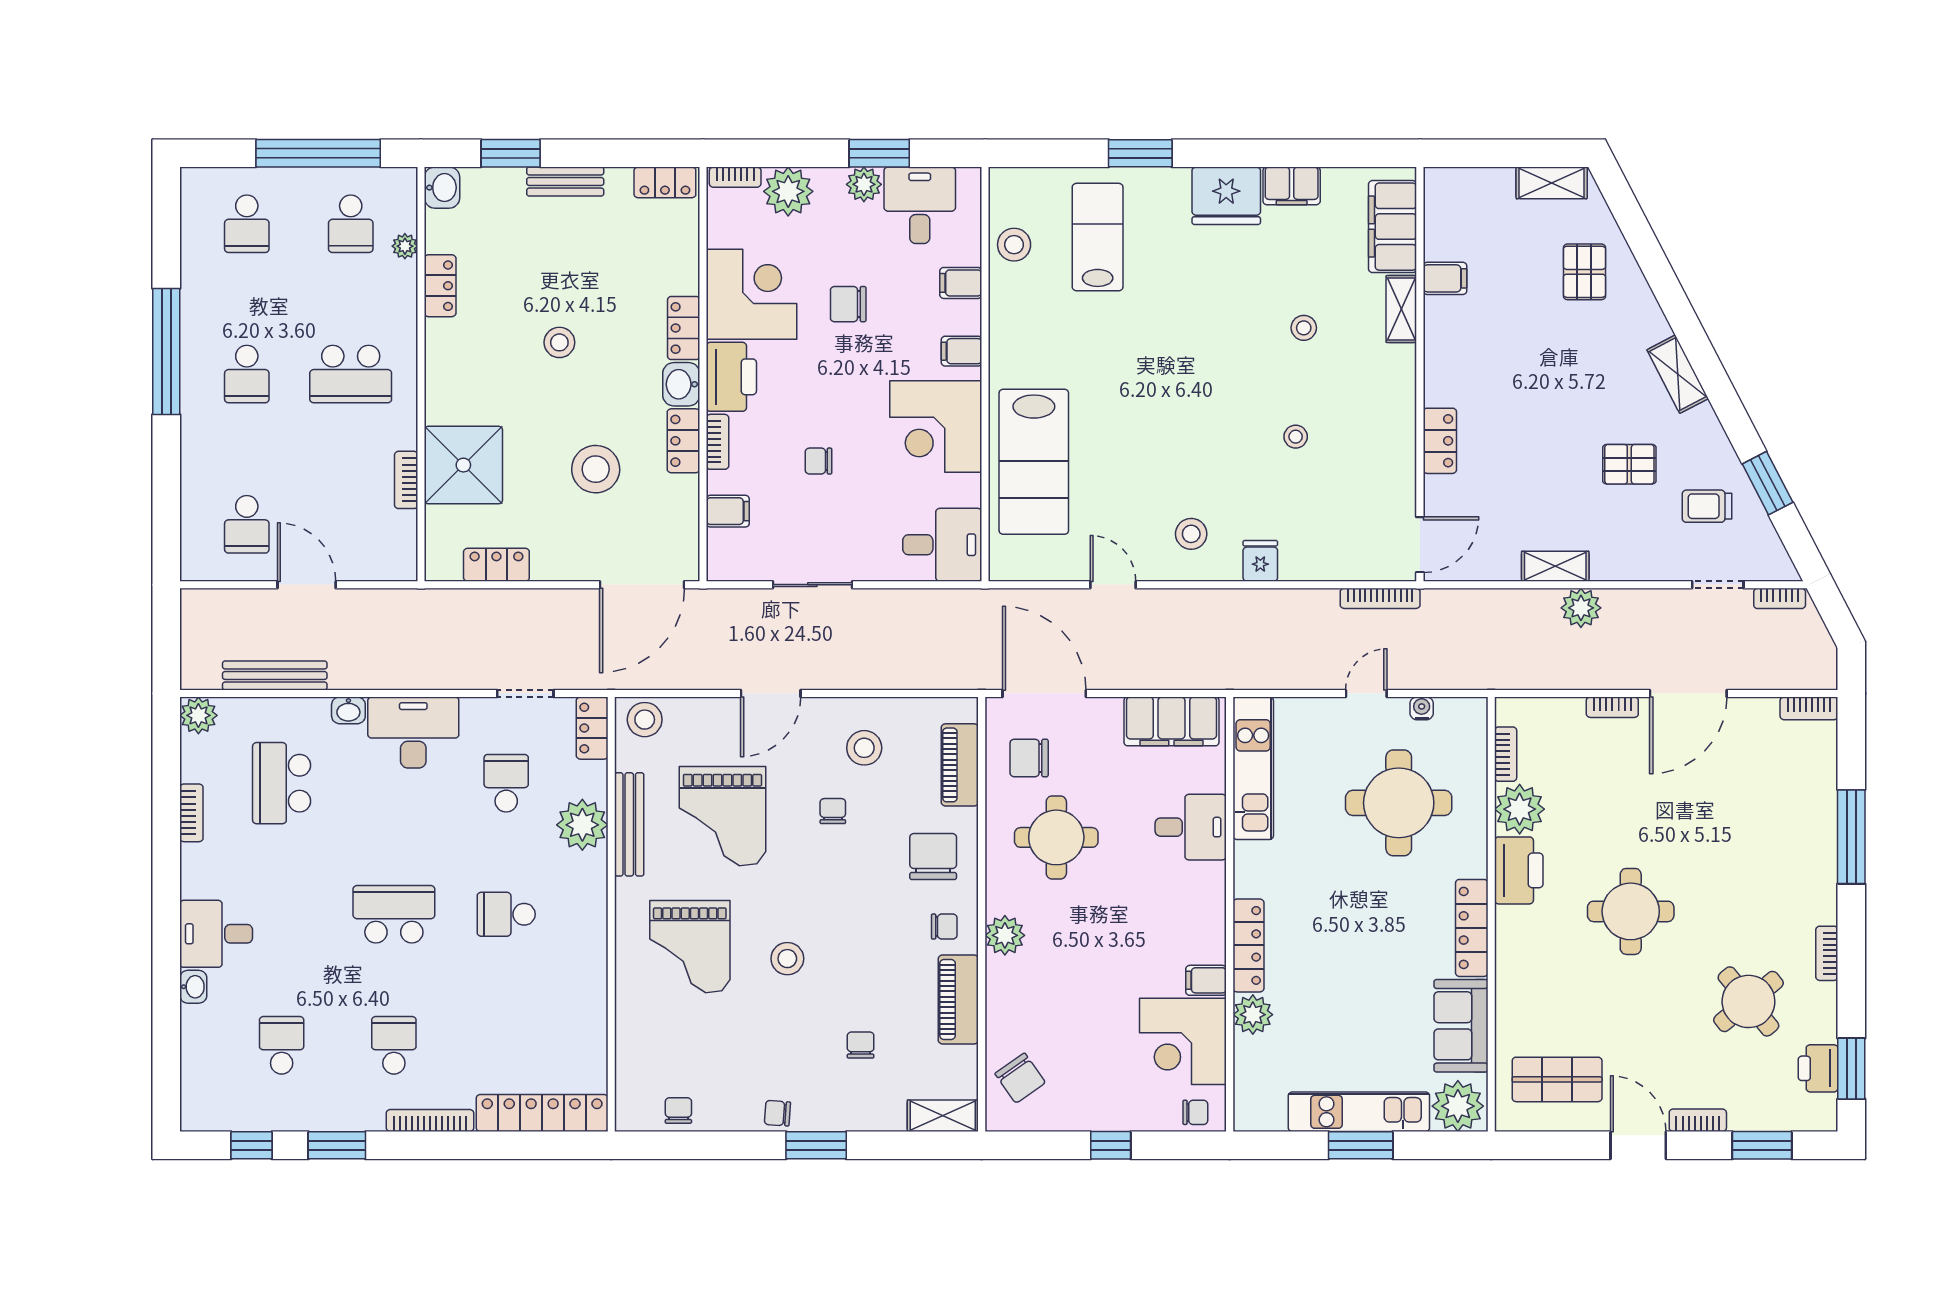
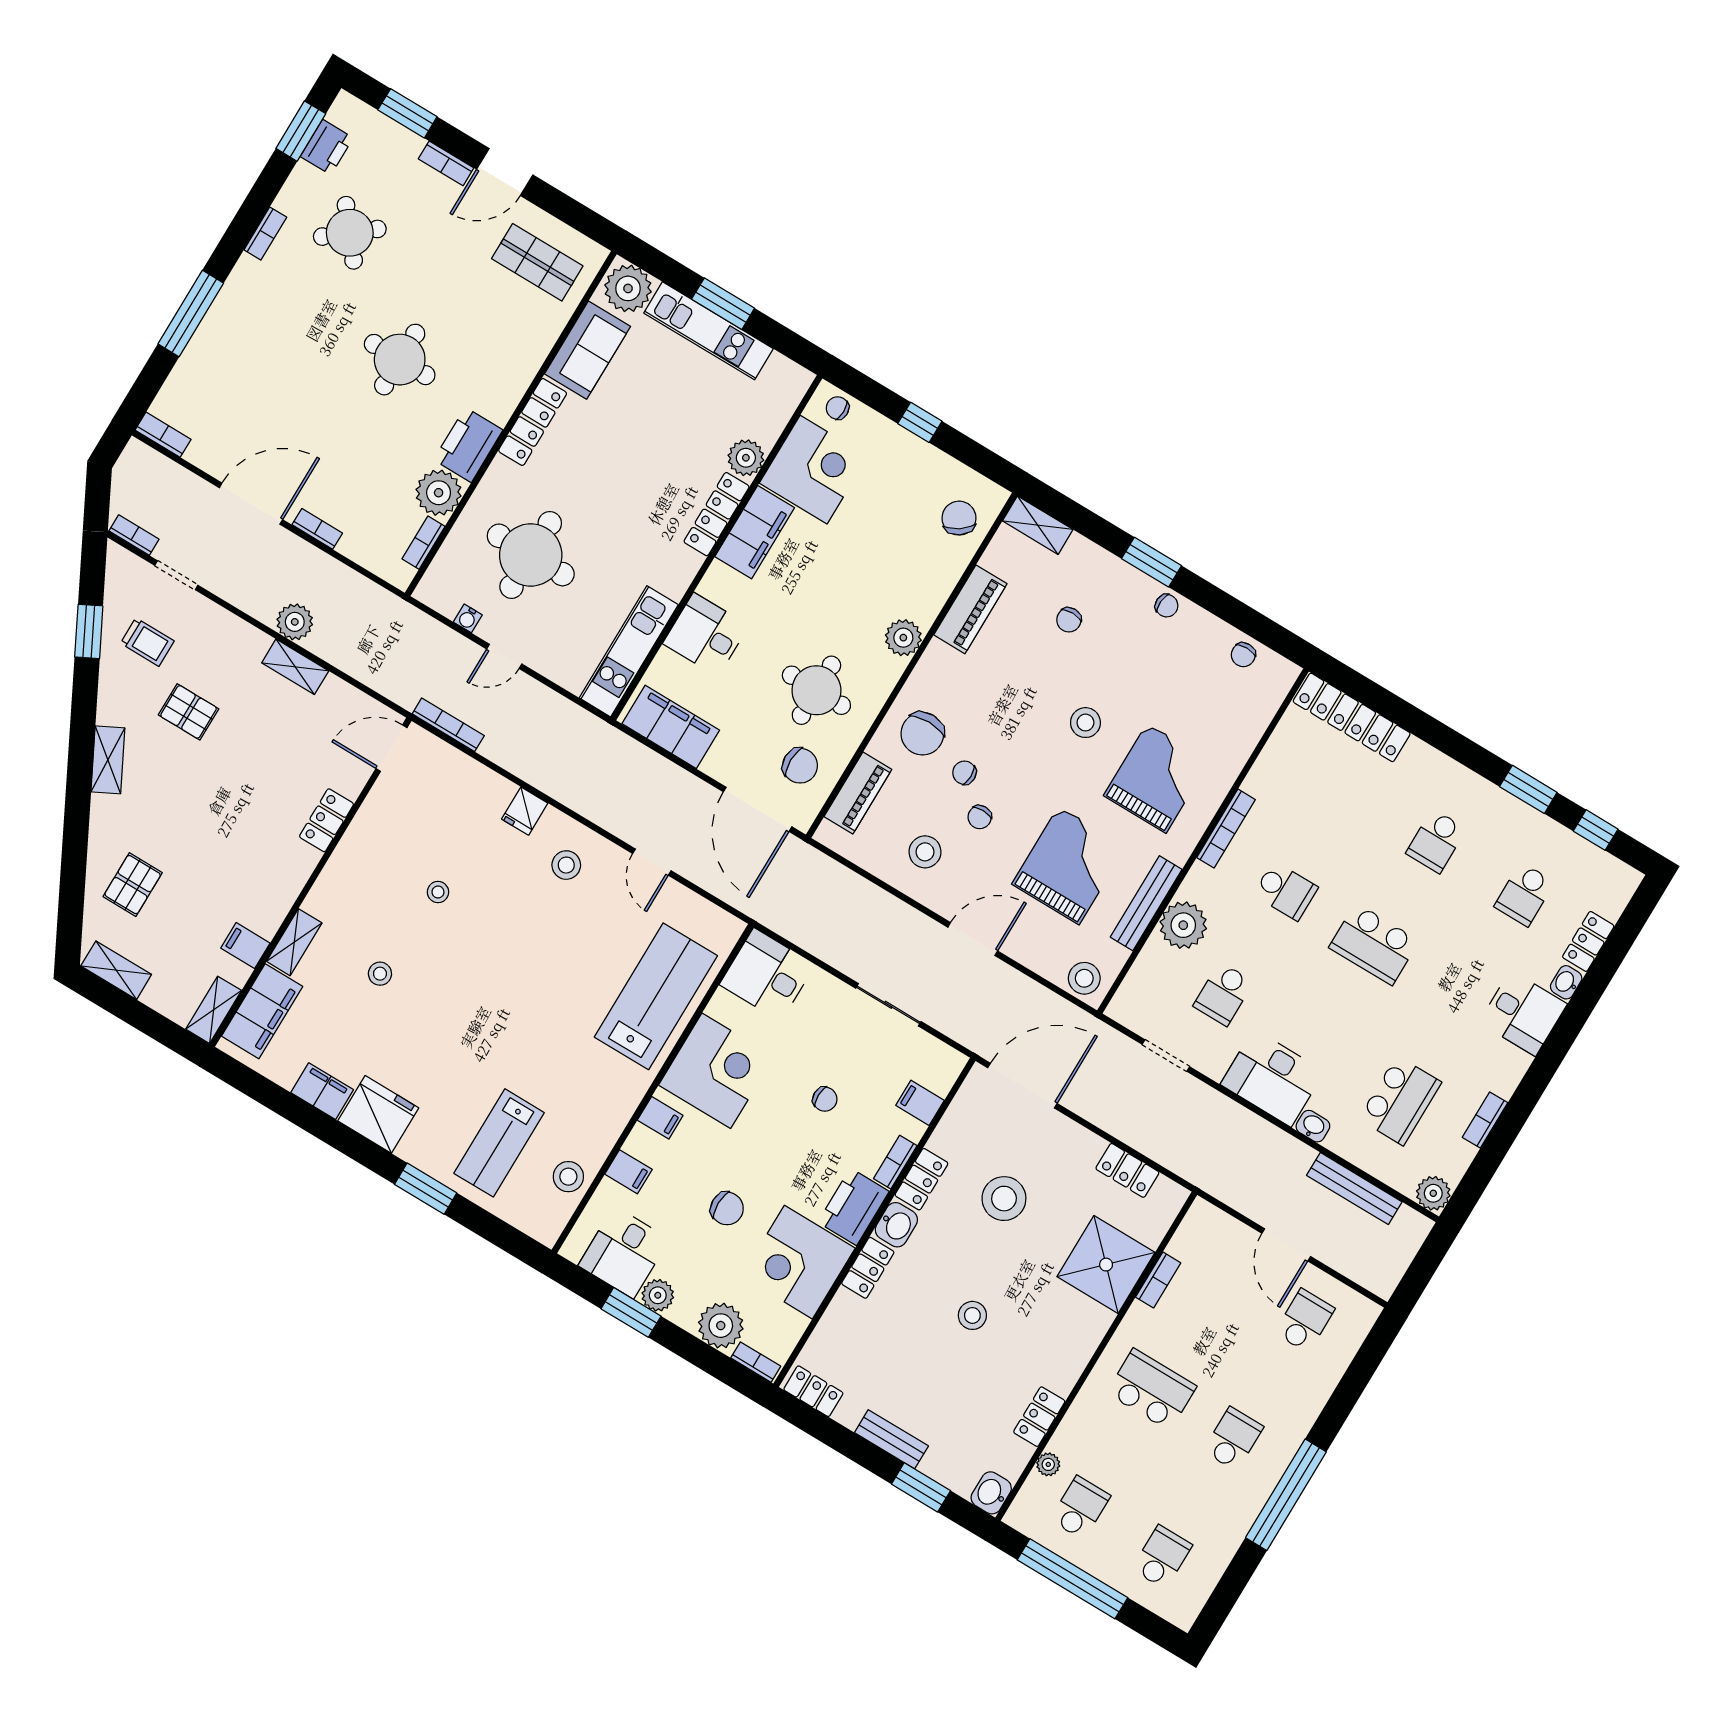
shelving: (1438, 201) -> (214, 1010), added
locker: (592, 728) -> (1588, 941), moved, turned 180
chair: (944, 927) -> (964, 773), moved
filing cabinet: (1206, 980) -> (755, 532), width x3.00, depth x1.17
bookcase: (430, 1120) -> (1226, 829), moved, turned -90
door: (1638, 1145) -> (505, 172), hinge flipped

